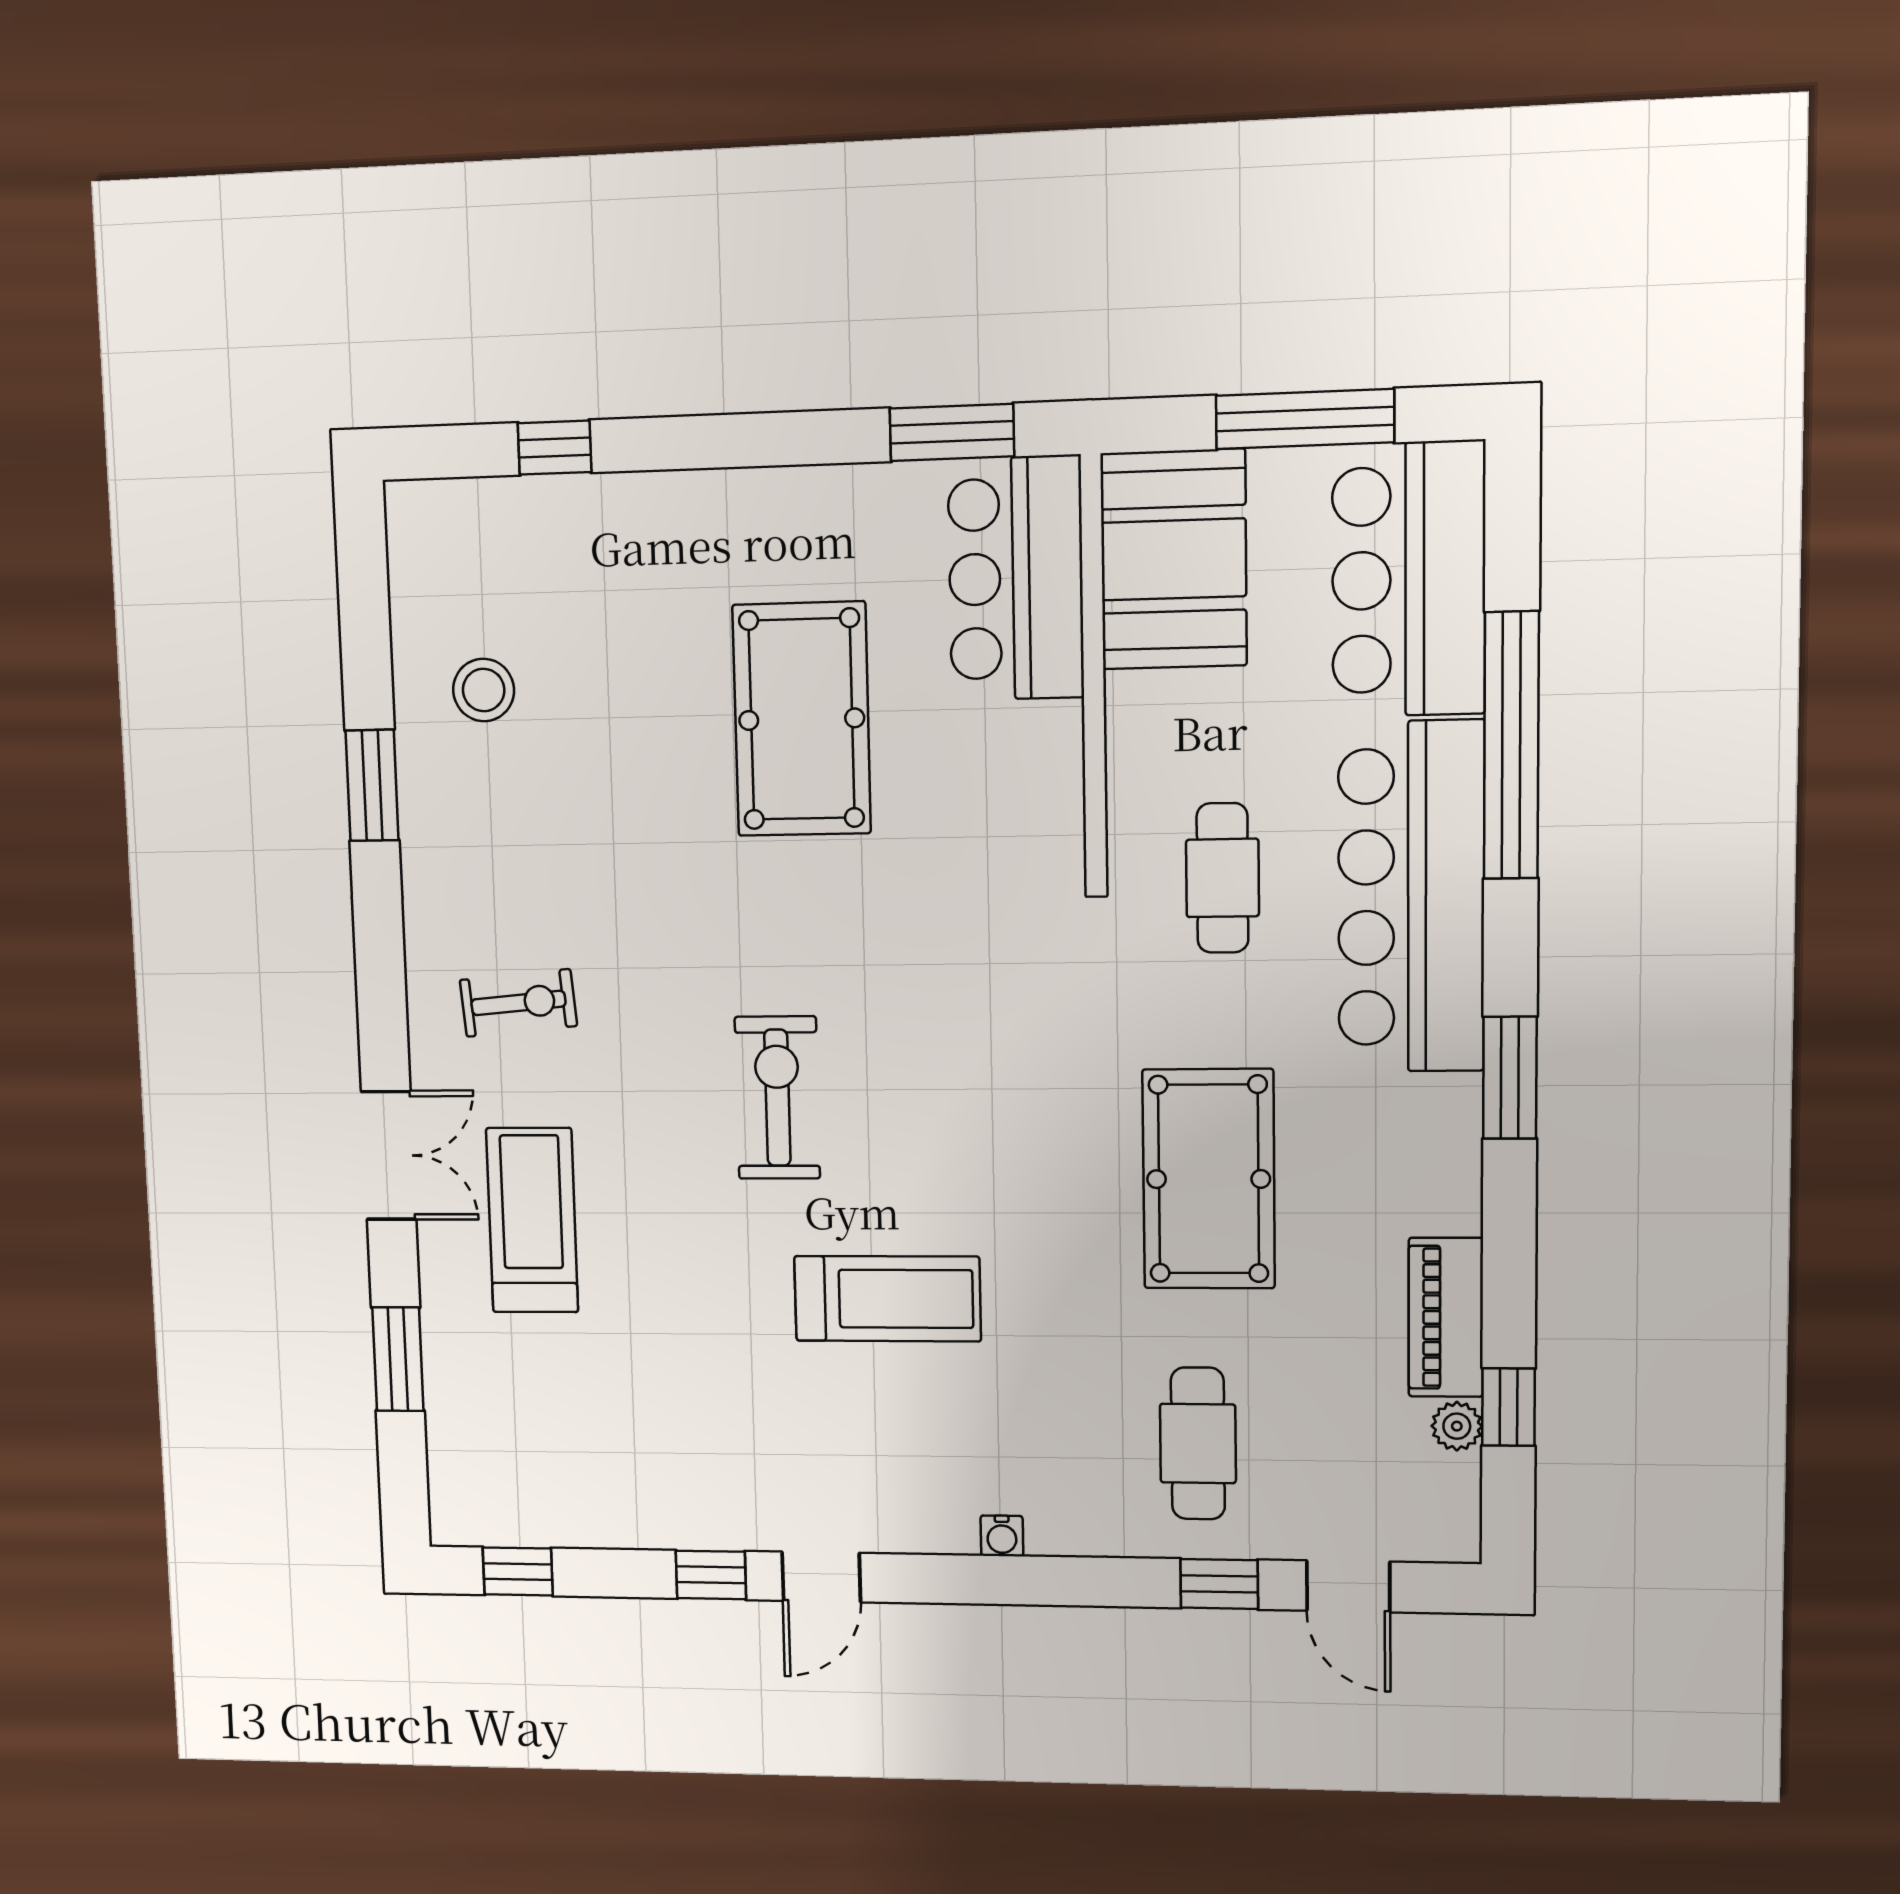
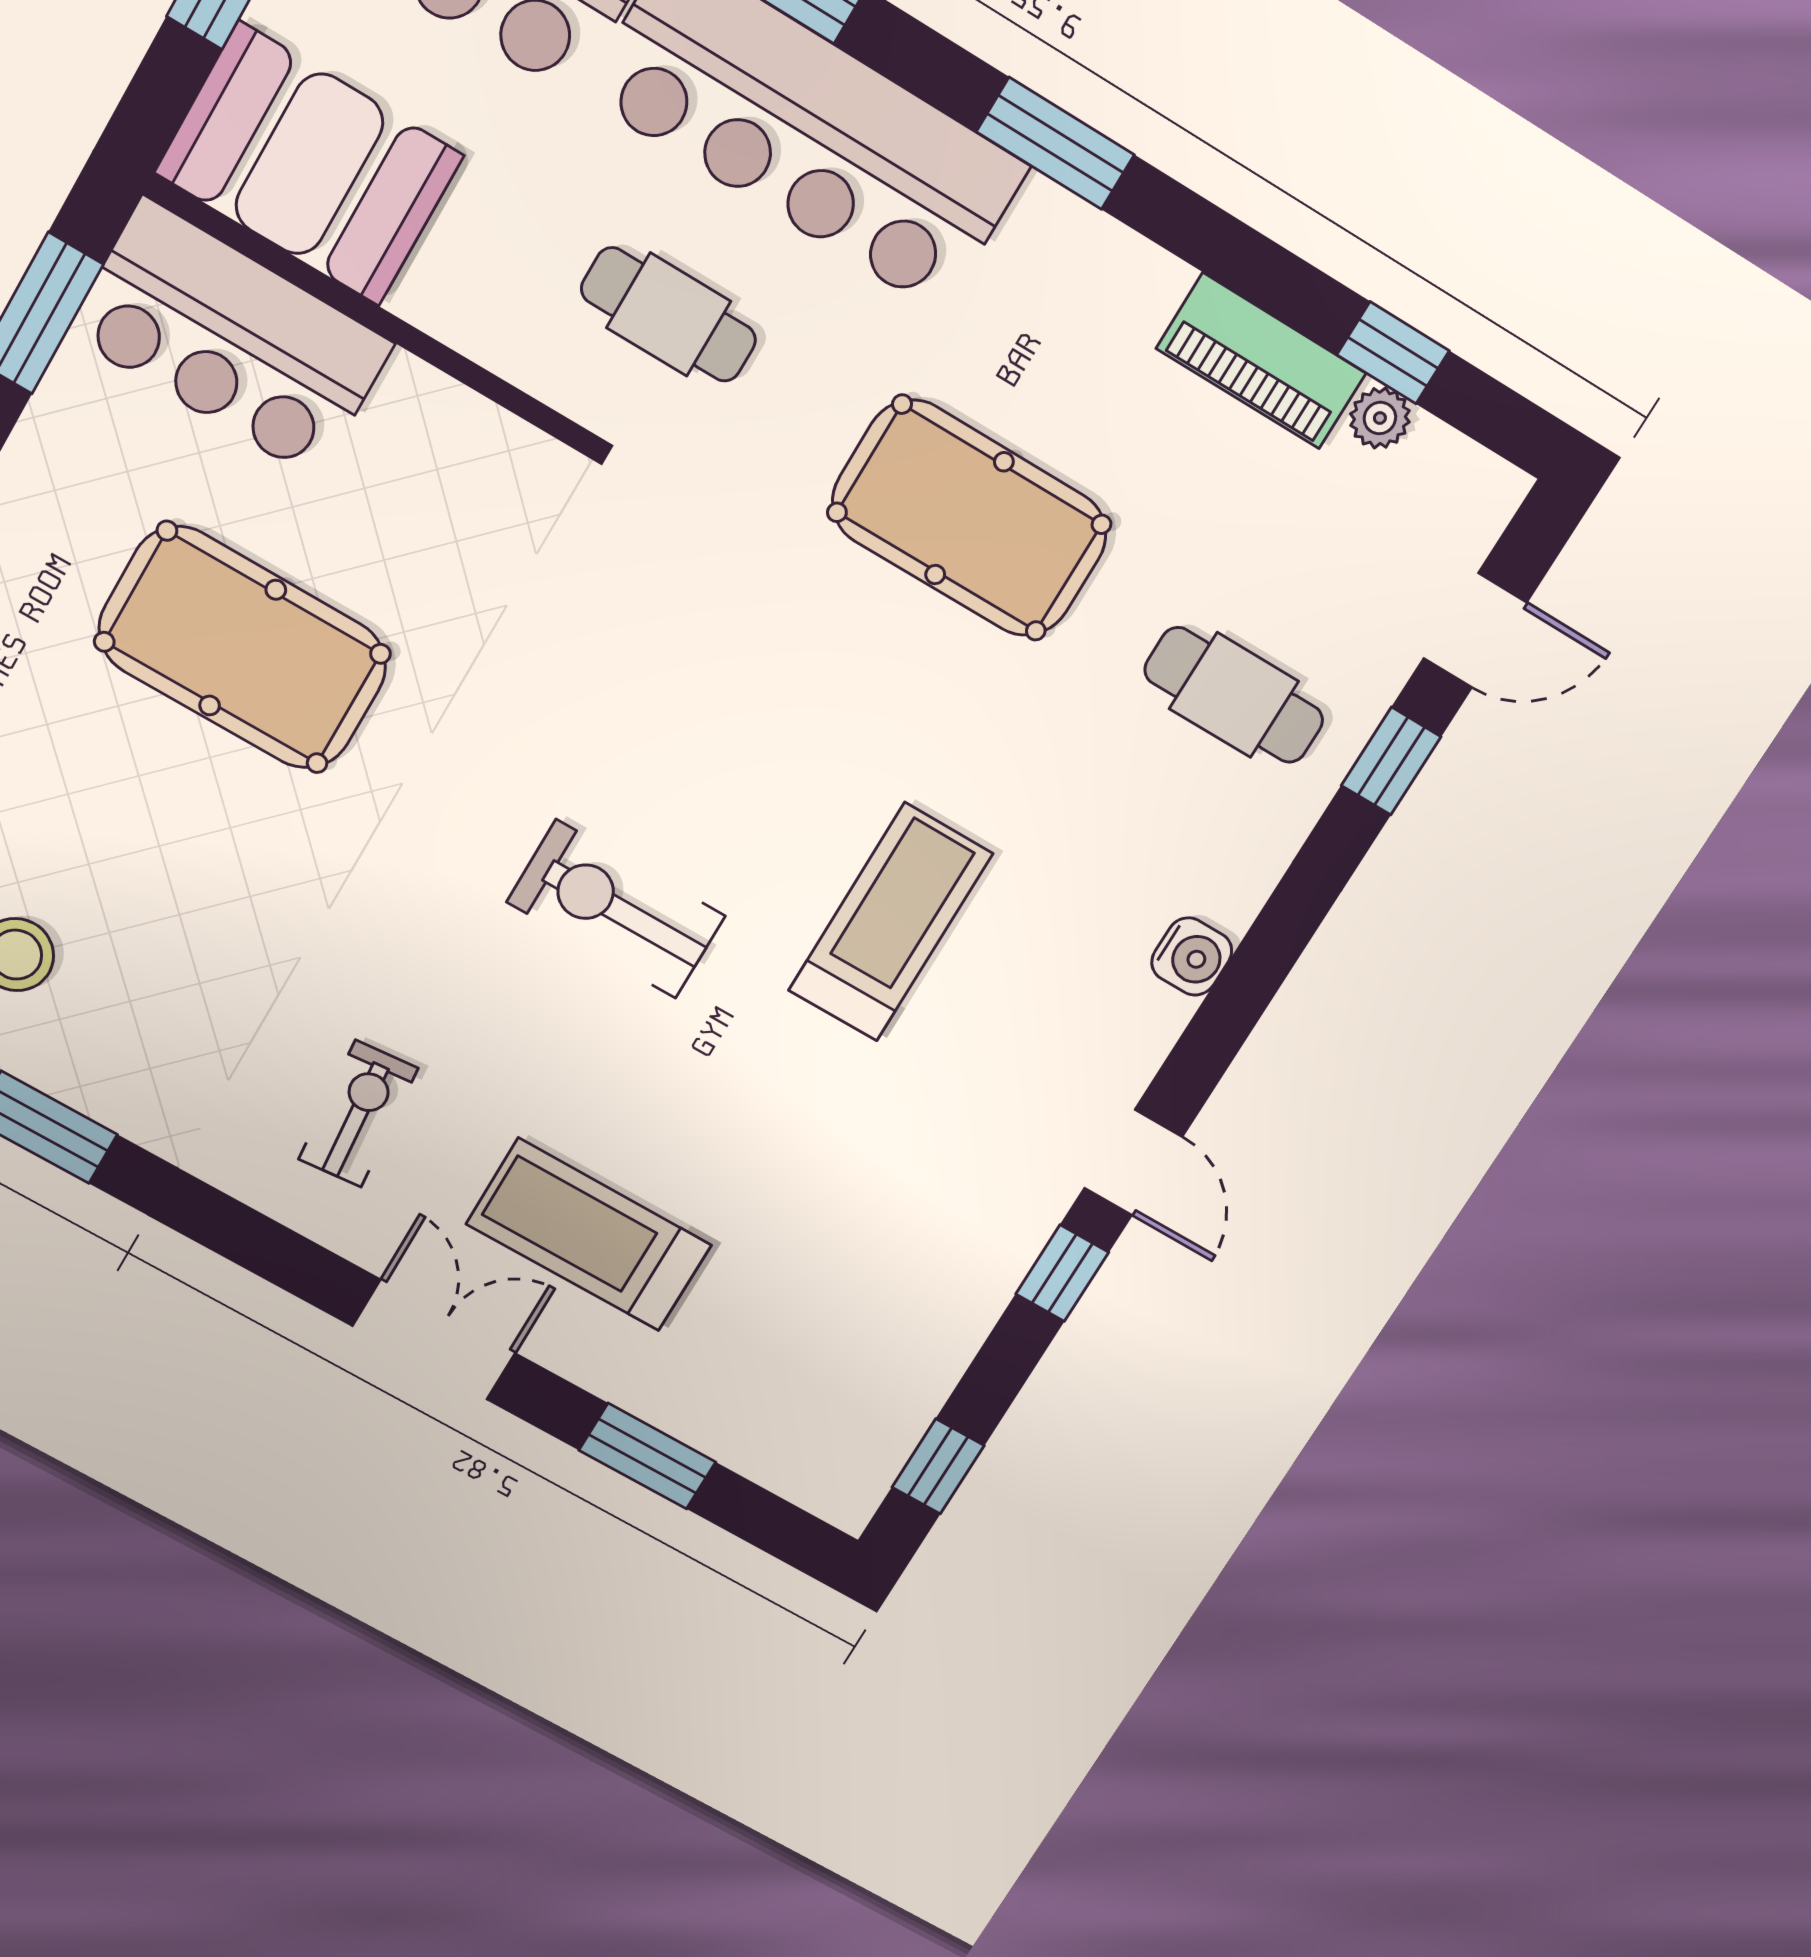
water cooler: (1002, 1536) -> (1192, 957), width x1.38, depth x1.38

